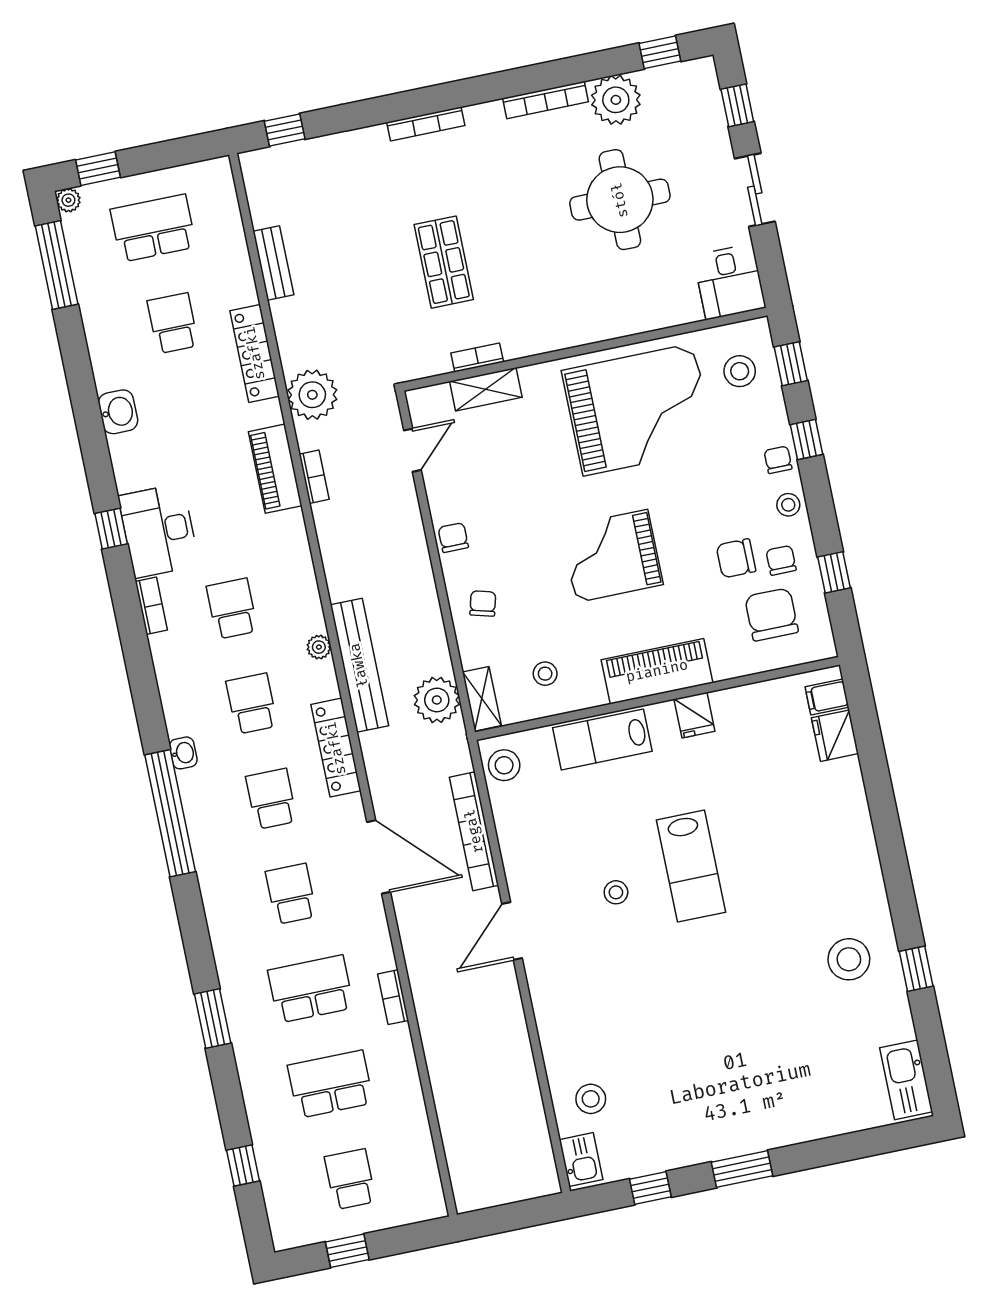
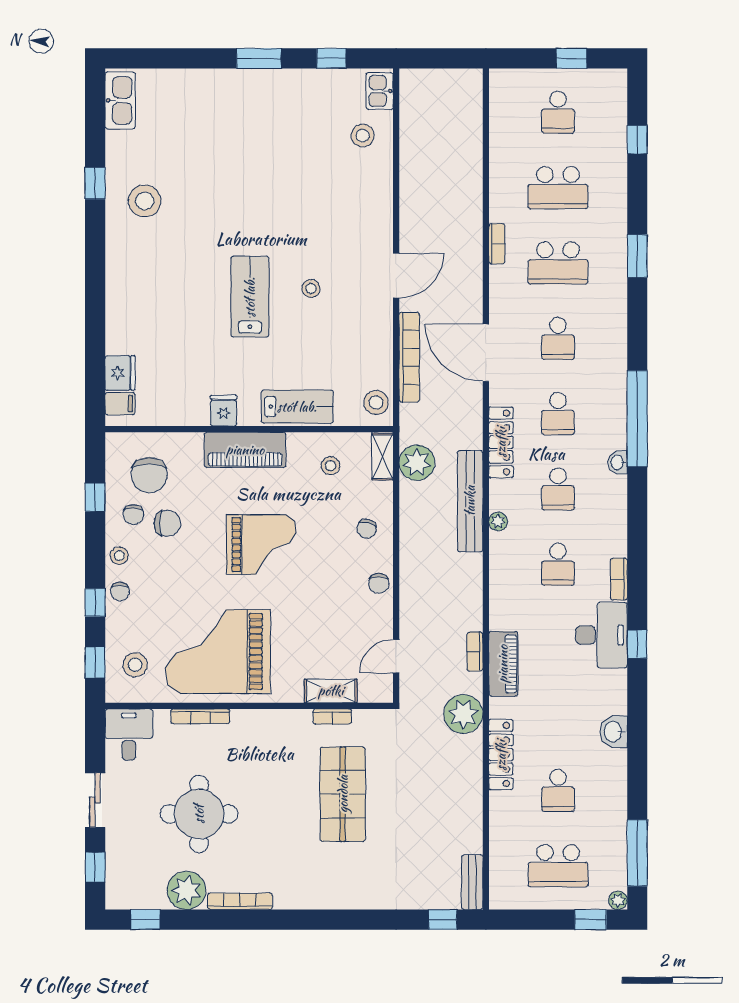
bookcase: (426, 124) -> (200, 716), moved, turned 180
shop shelf: (444, 262) -> (343, 794), width x1.43, depth x1.36
bench: (273, 263) -> (472, 882), moved

